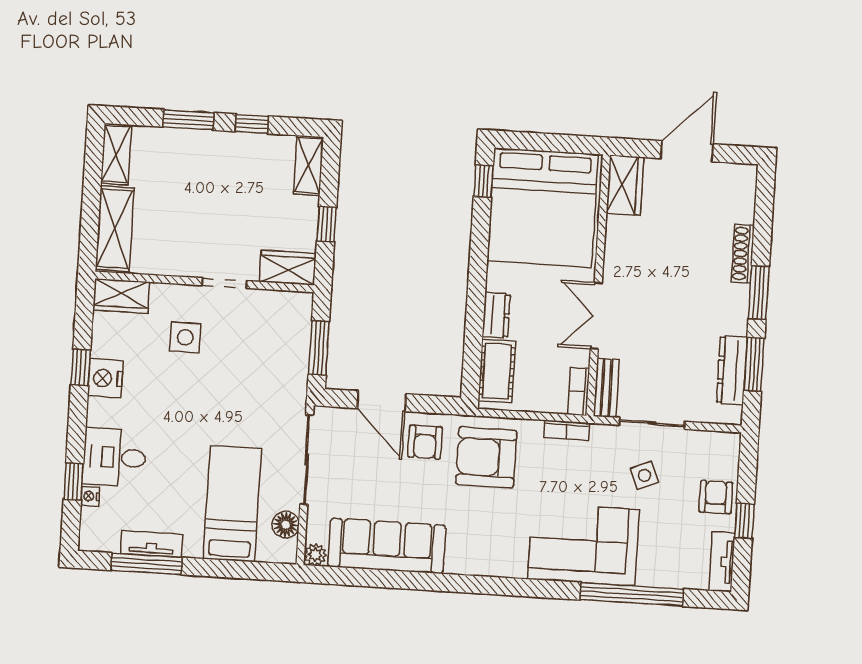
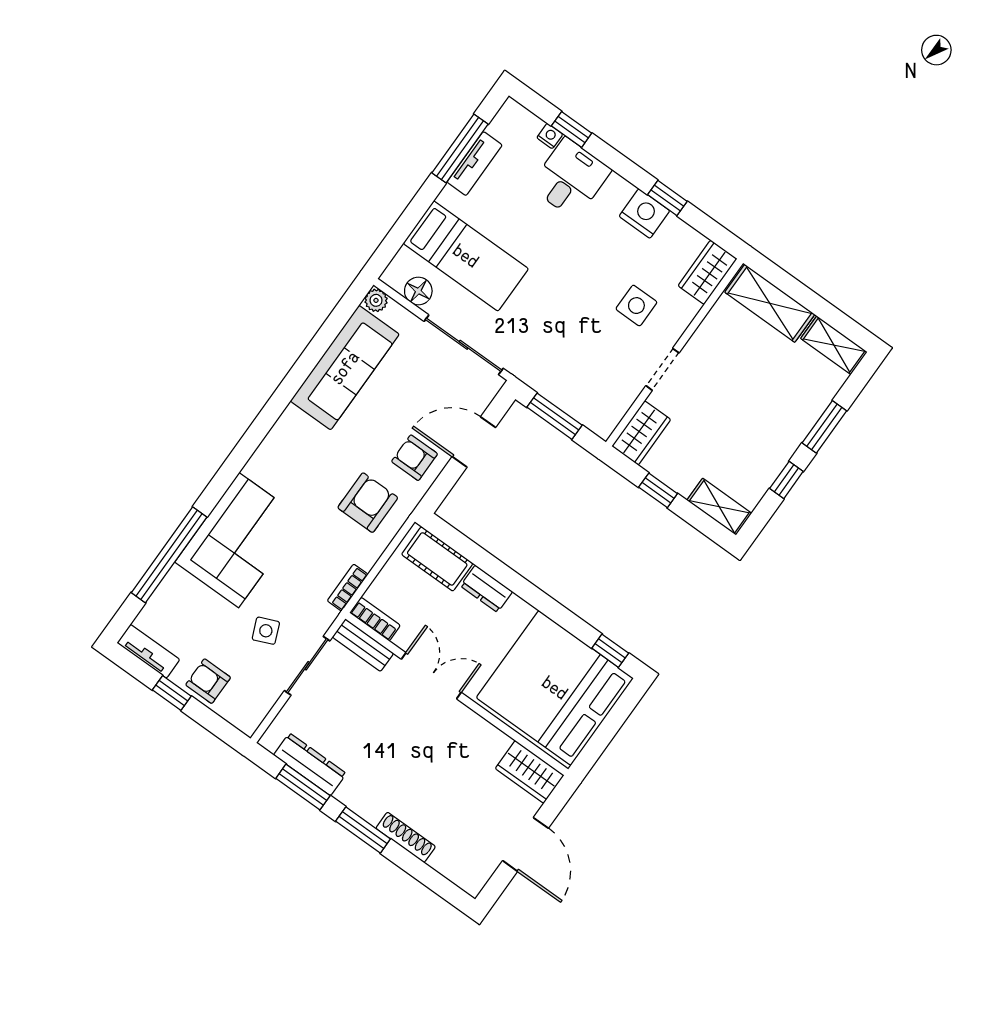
armchair: (486, 457) -> (368, 503), width x0.73, depth x0.73
armchair: (716, 497) -> (208, 681), turned 180

